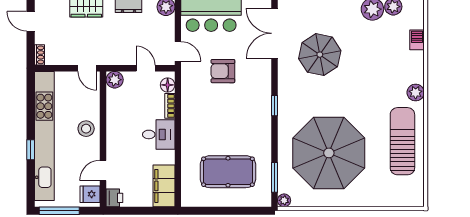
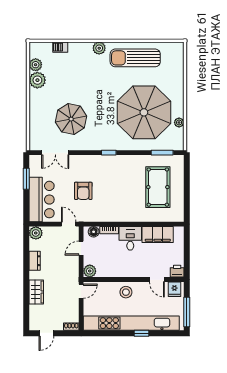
double door: (274, 33) -> (55, 153), width x0.73
door: (178, 51) -> (69, 224), hinge flipped
filing cabinet: (164, 186) -> (158, 235), moved
plant: (284, 200) -> (179, 122), moved

